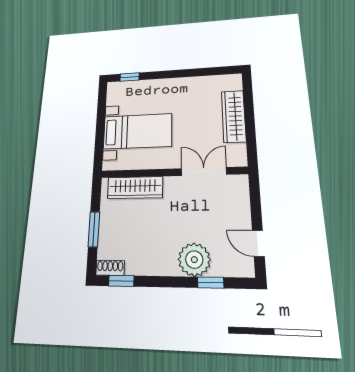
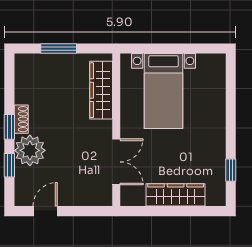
window: (130, 77) -> (231, 170), moved
shoe rack: (110, 268) -> (21, 119), moved
window: (121, 281) -> (9, 127), moved

